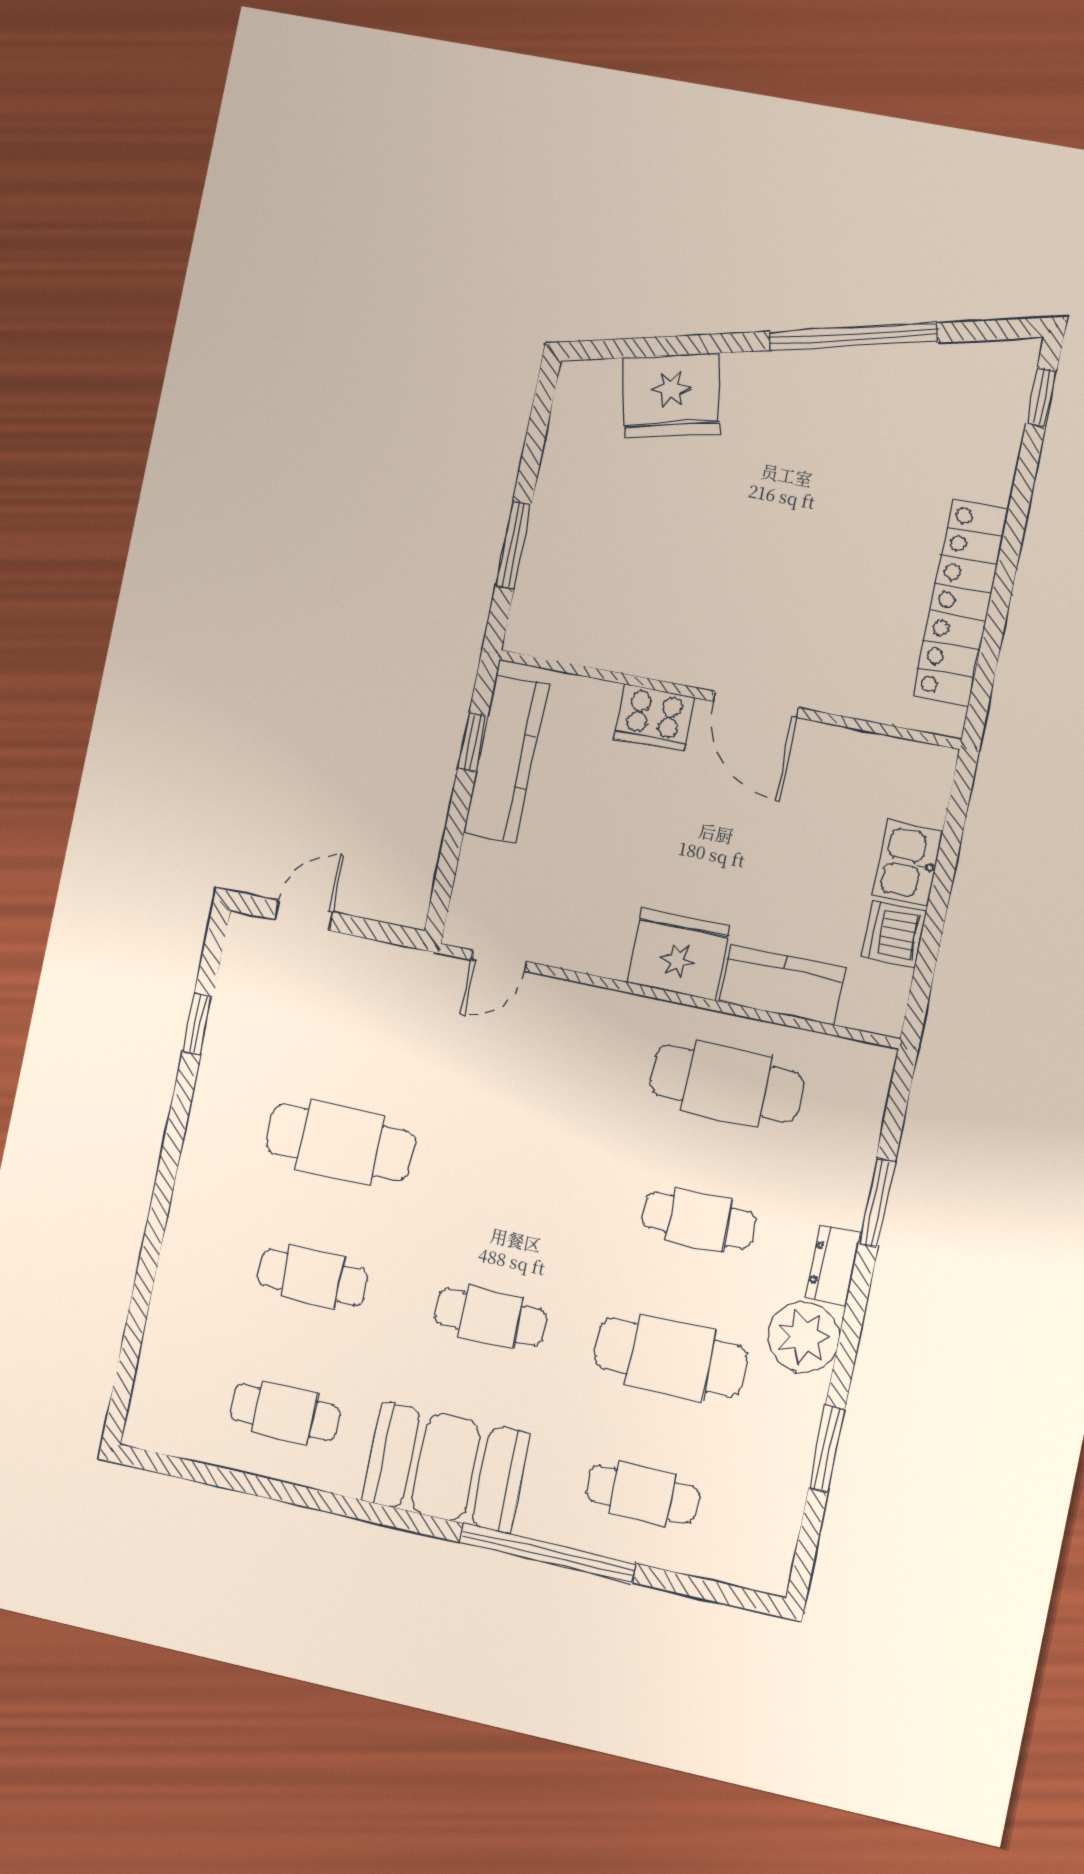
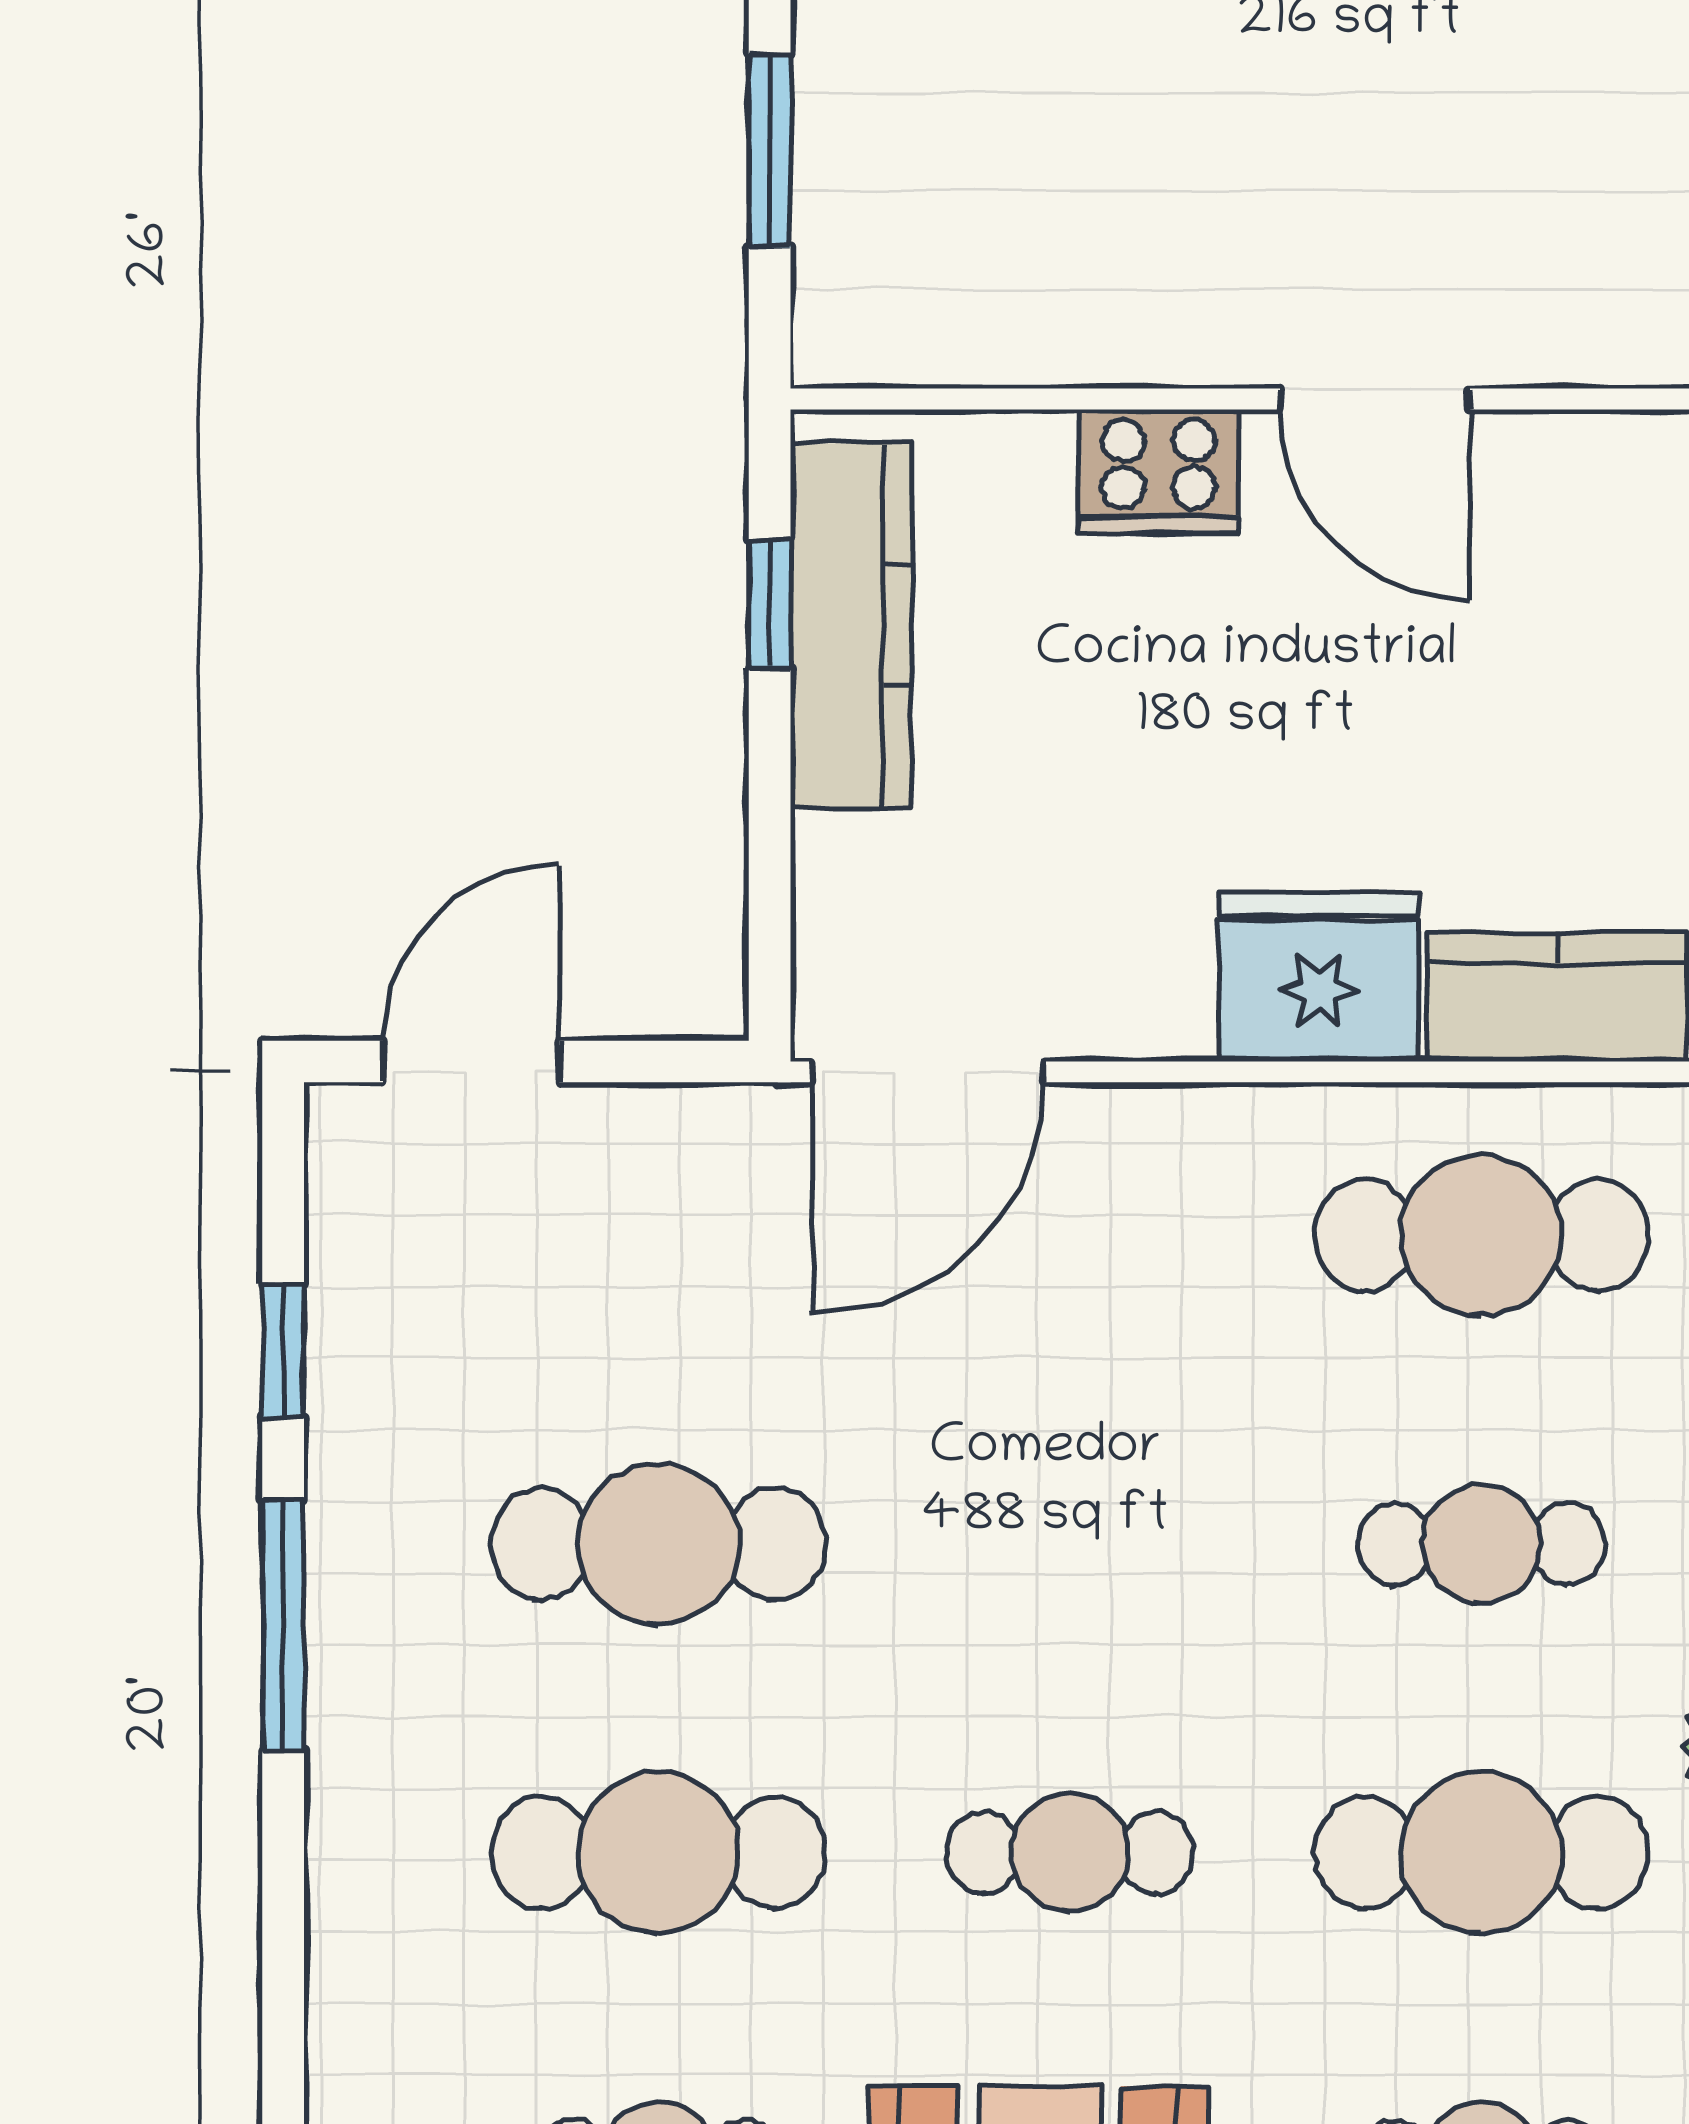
door: (303, 916) -> (471, 1062), width x1.38
door: (499, 961) -> (928, 1072), width x1.87
window: (173, 1143) -> (283, 1625), added
cafe table: (313, 1277) -> (658, 1853), width x1.37, depth x1.35

